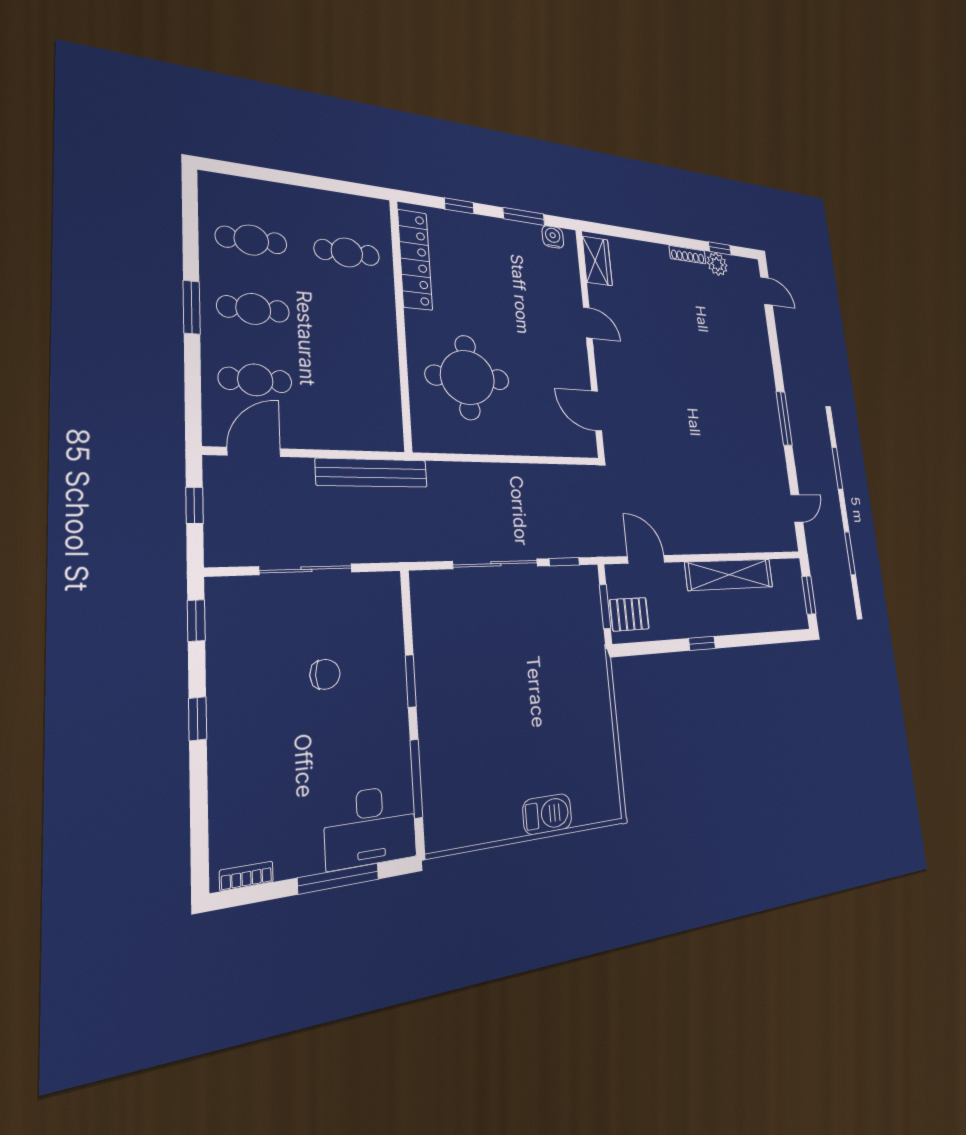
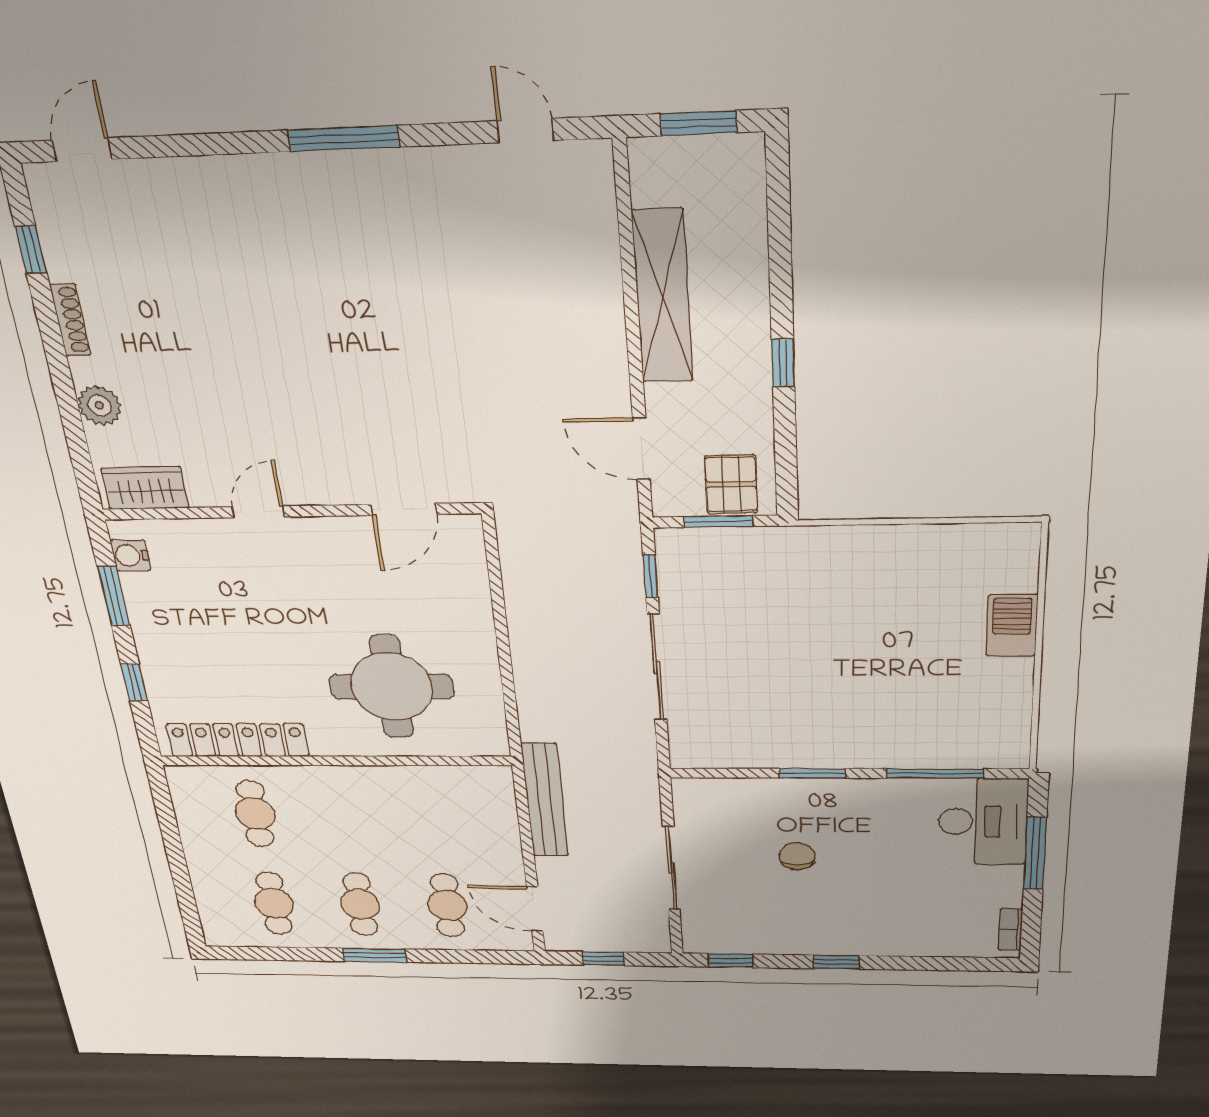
plant: (717, 264) -> (99, 405), moved
door: (646, 559) -> (641, 449), hinge flipped

